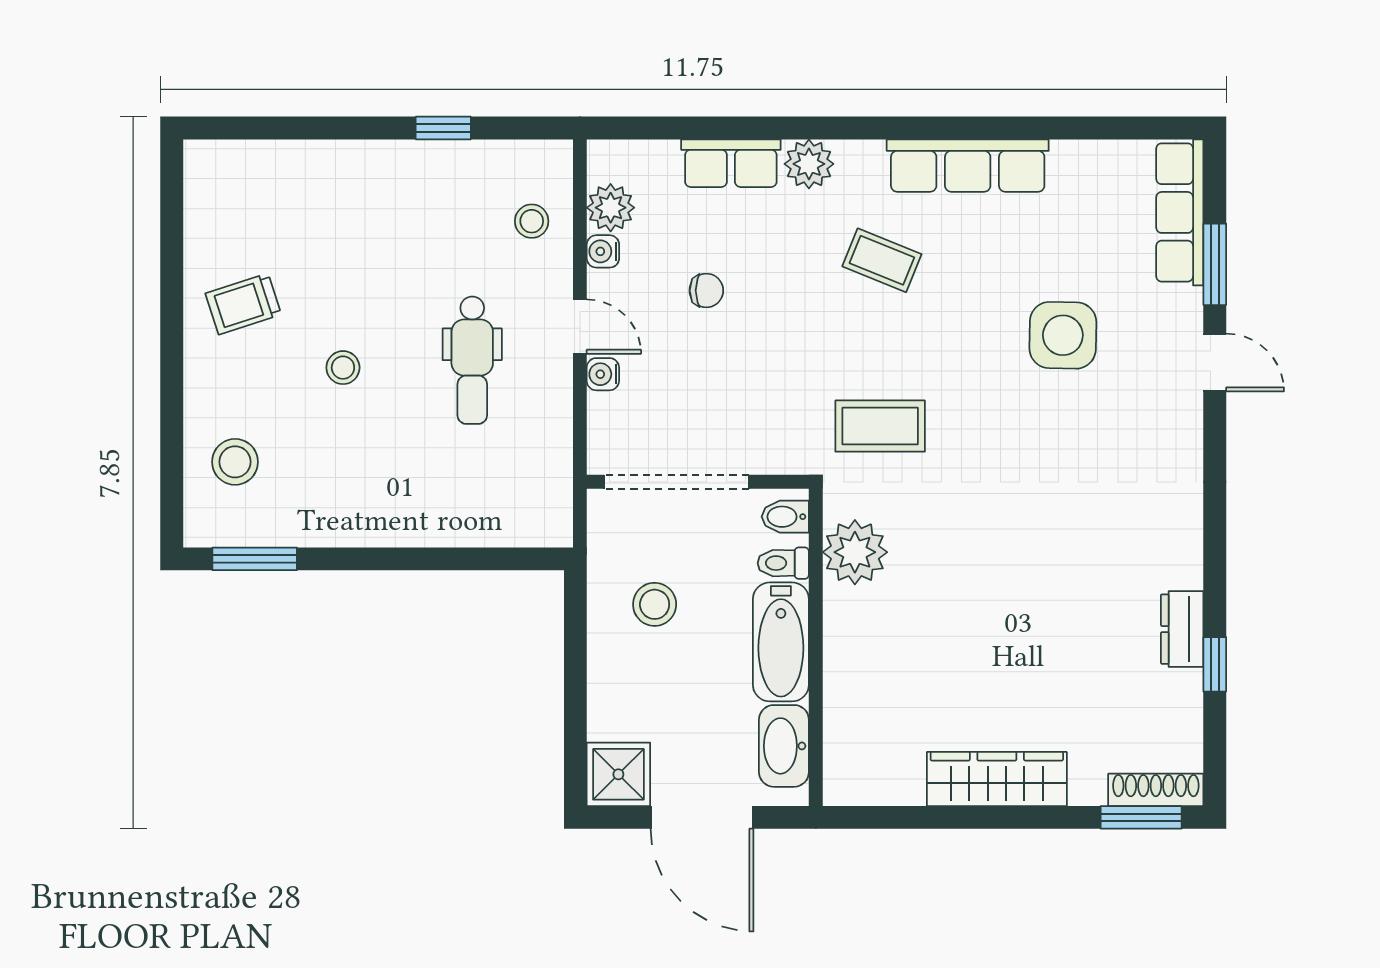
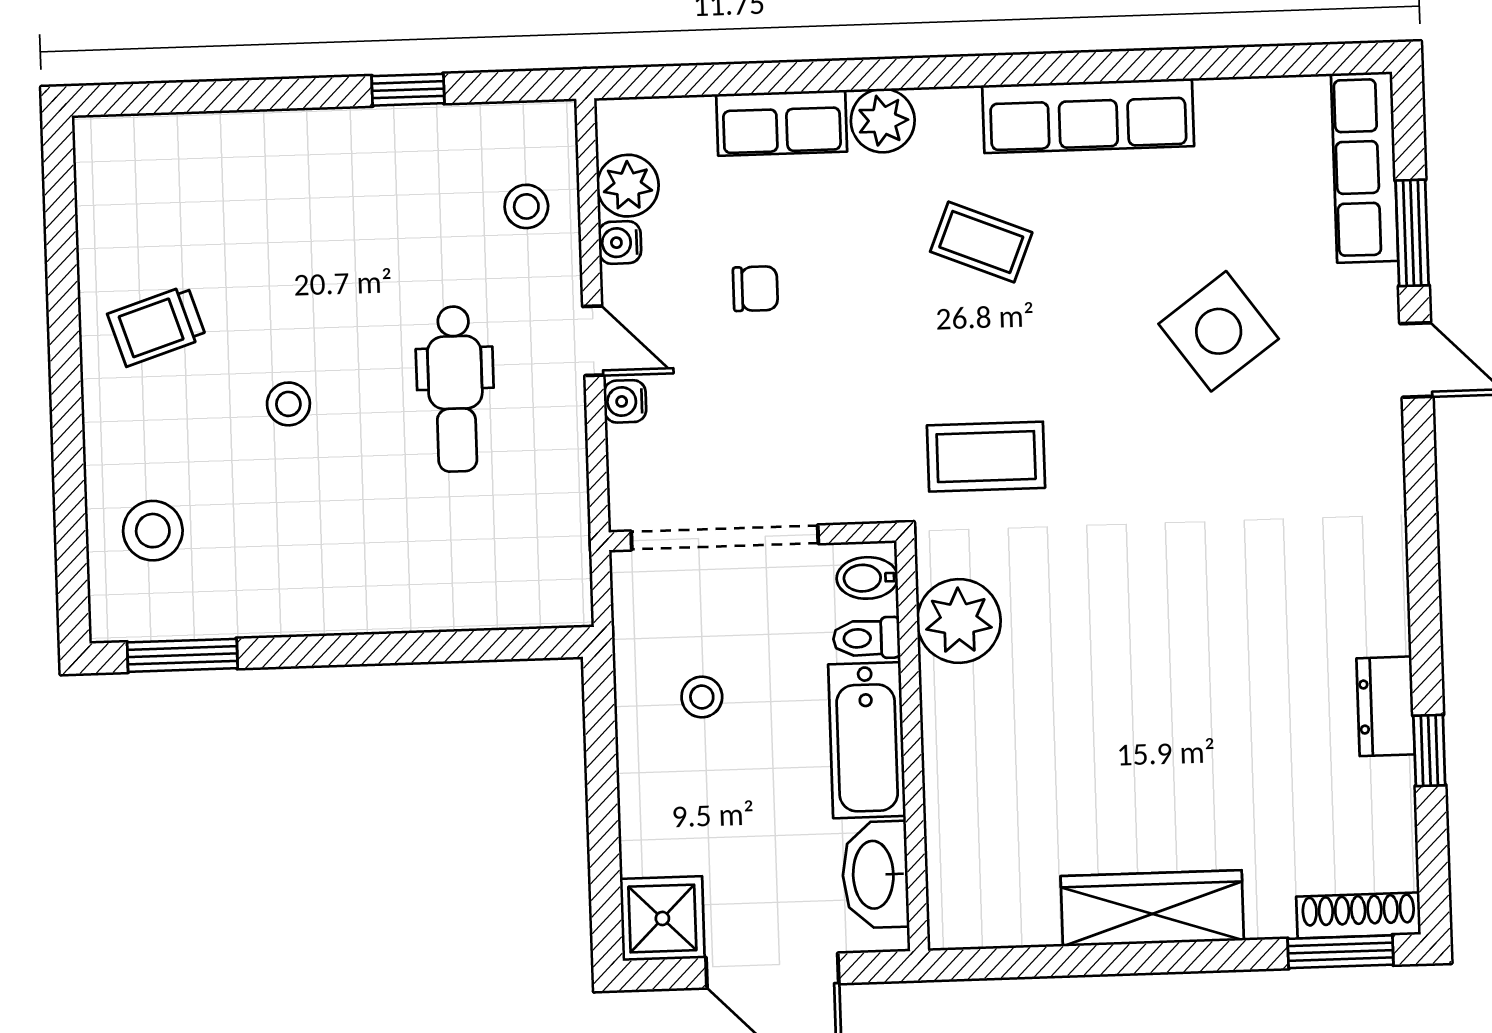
side table: (1063, 335) -> (1219, 331), turned -37
stool: (655, 604) -> (702, 697), width x0.73, depth x0.73

